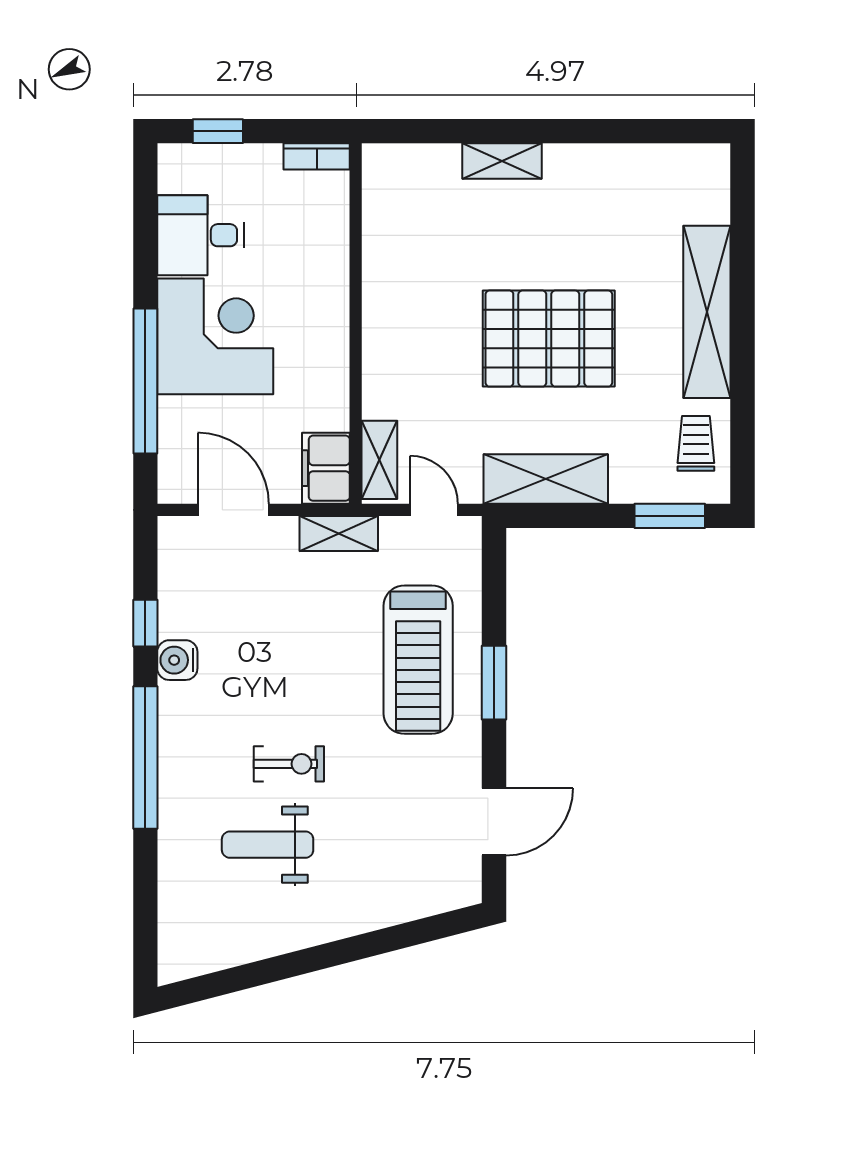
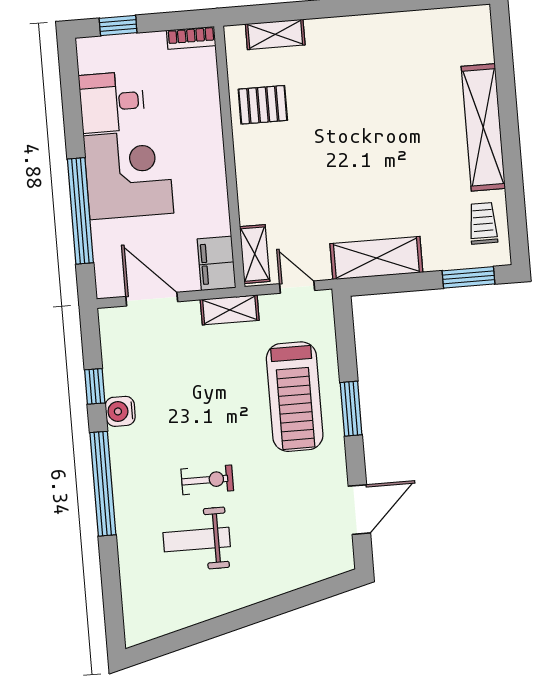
shelving: (502, 161) -> (275, 34), moved
pallet: (549, 339) -> (263, 105), moved, width x0.49, depth x0.50

